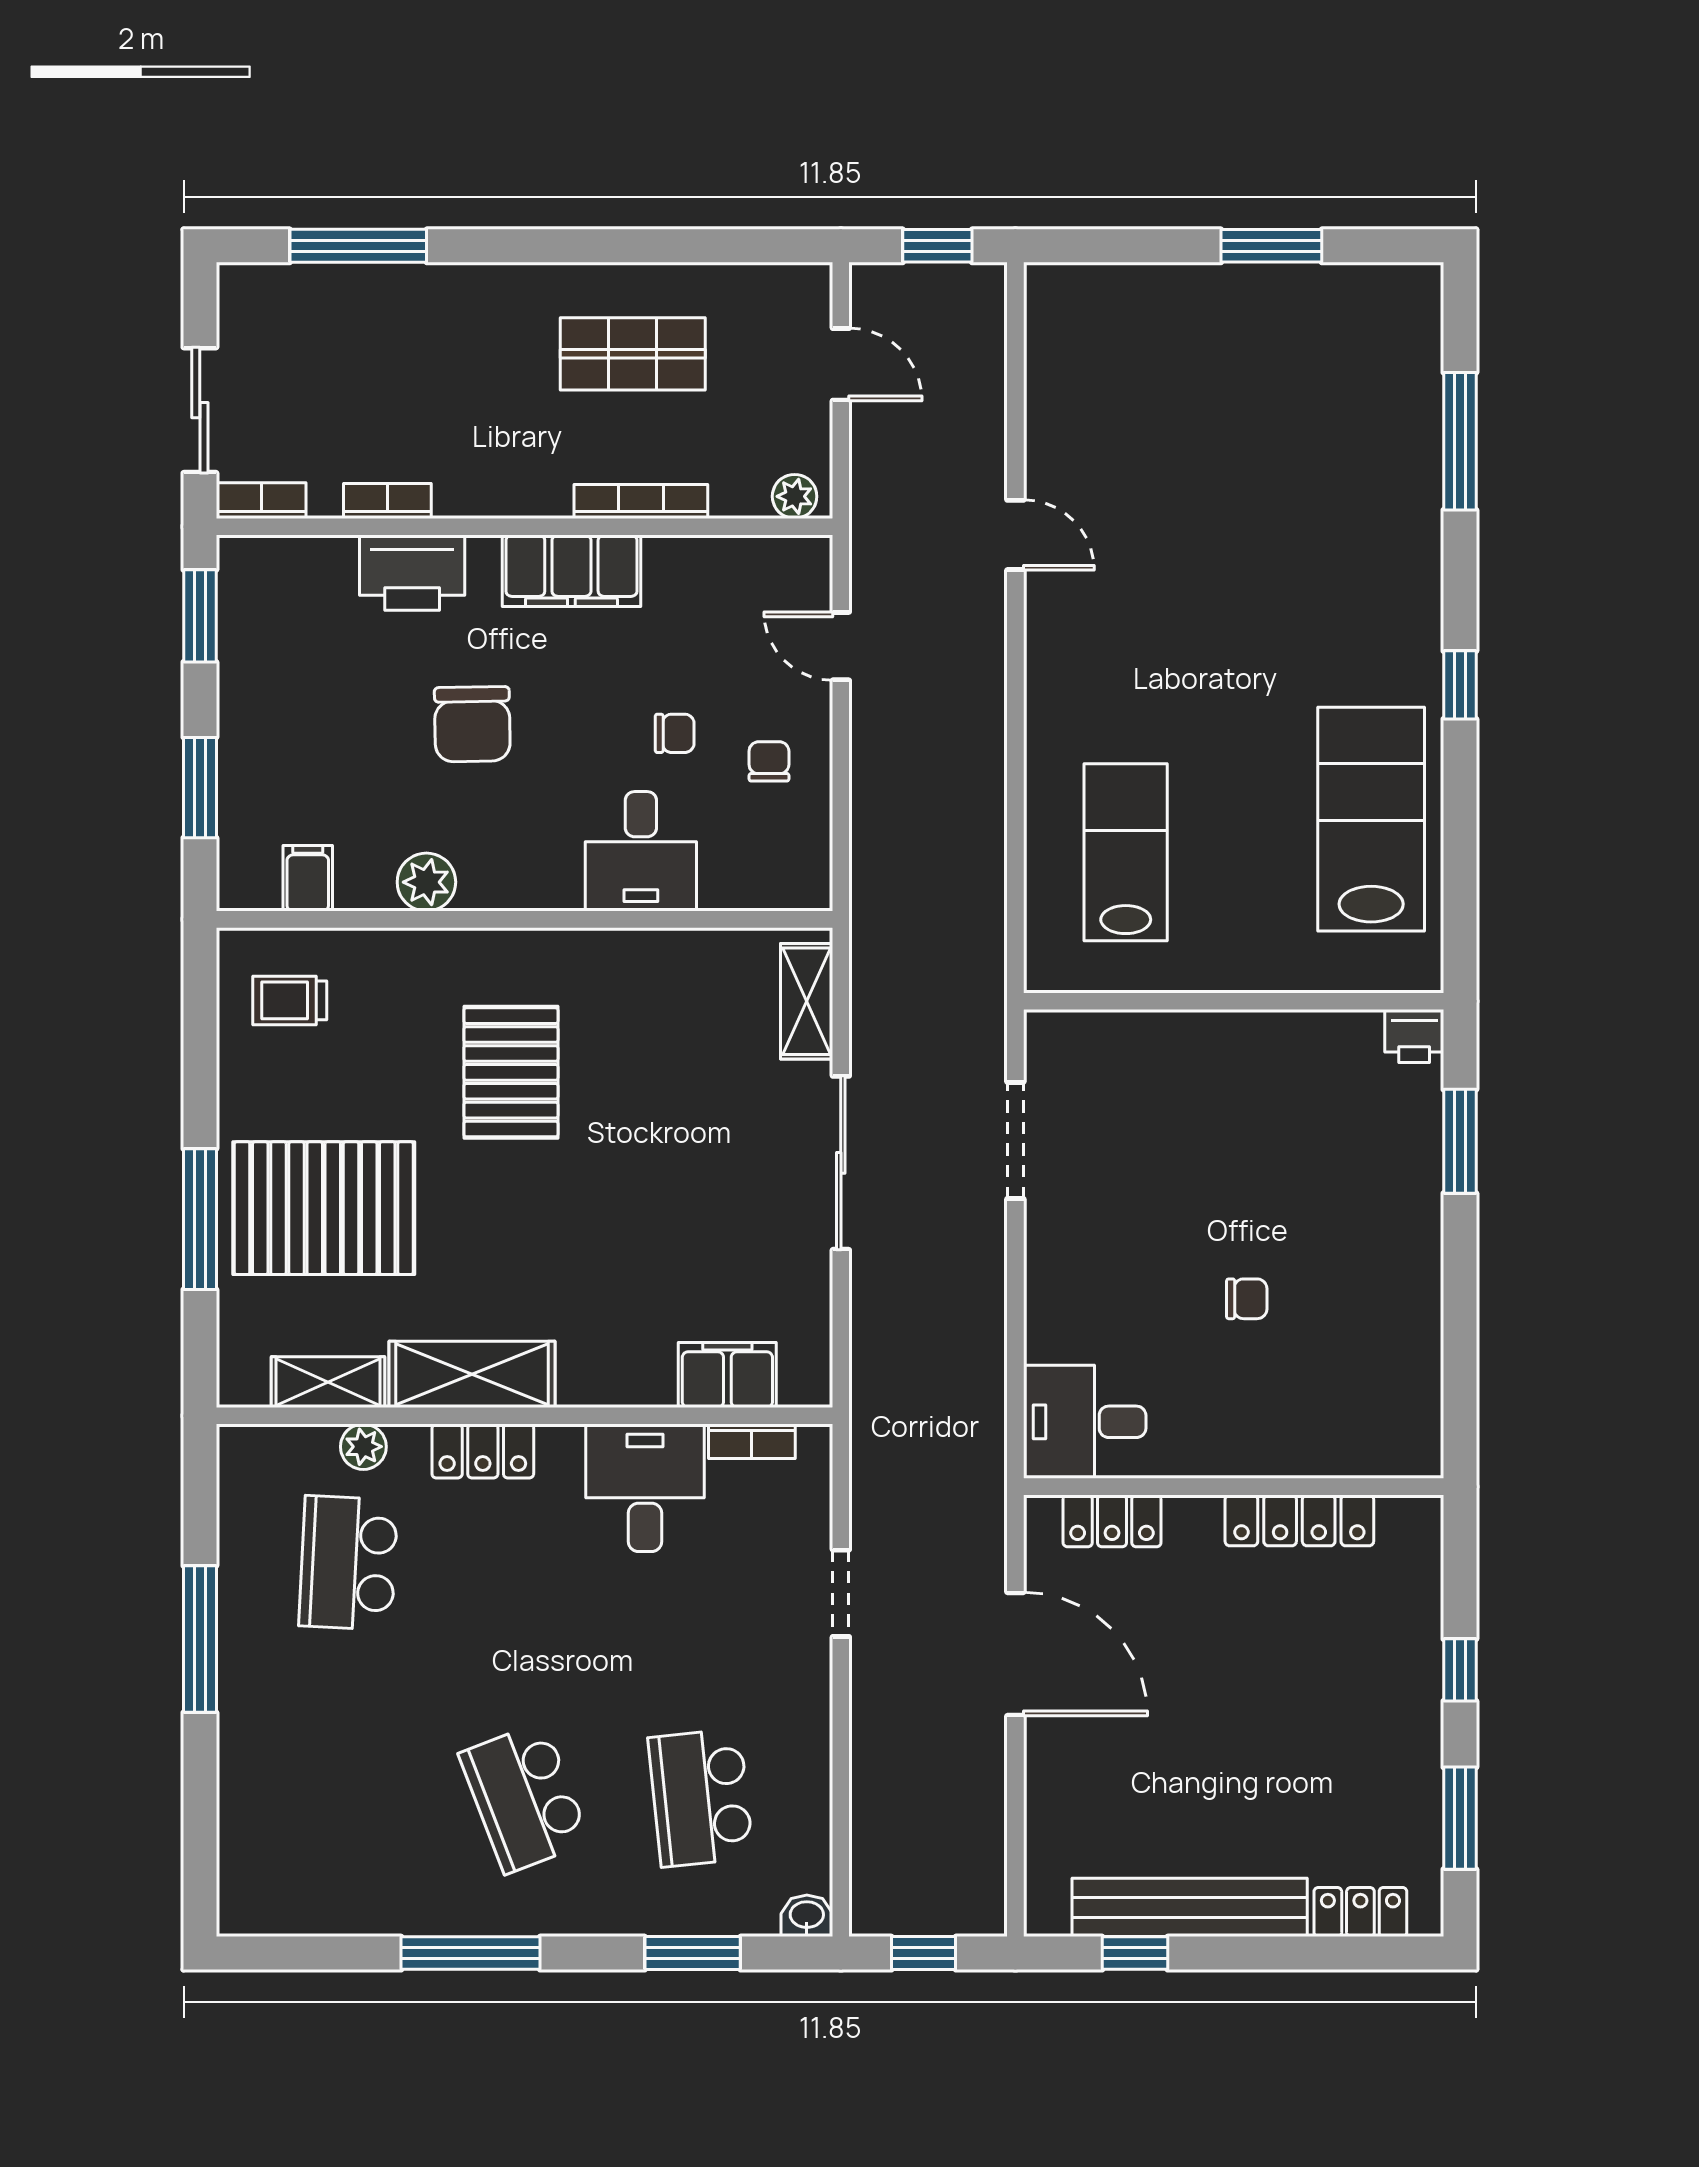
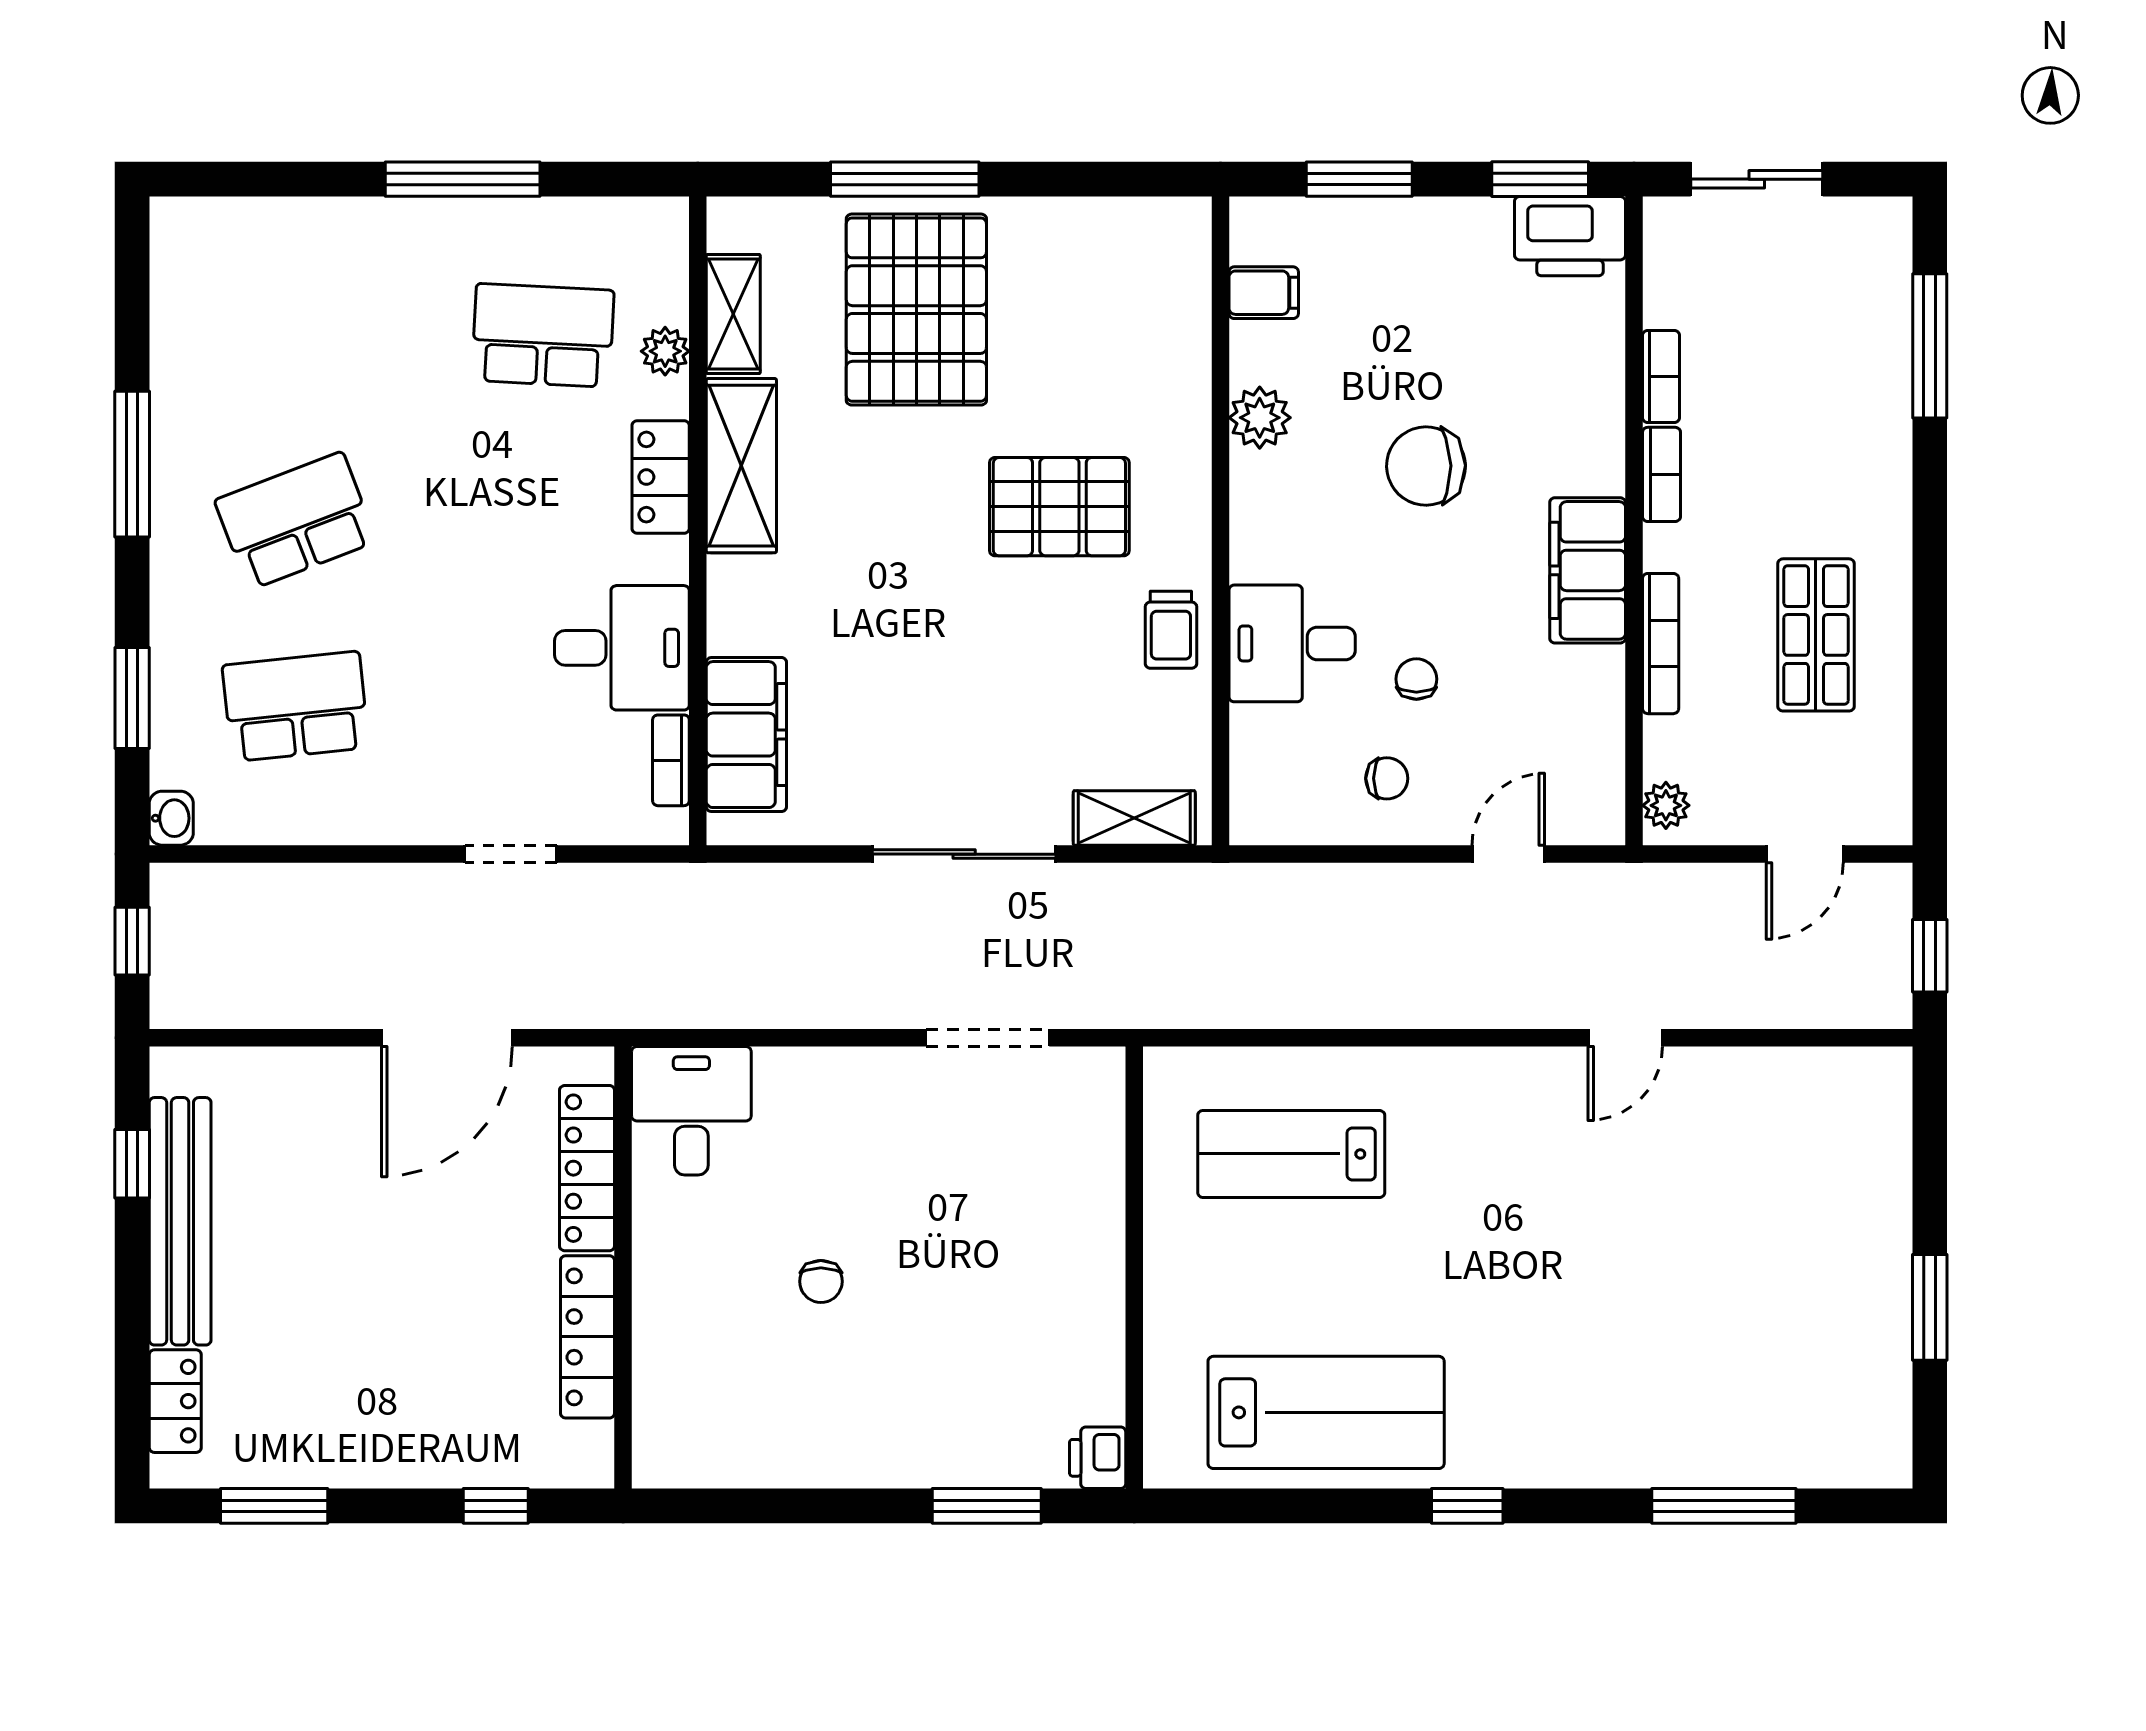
bookcase: (261, 501) -> (1661, 474), moved
printer: (412, 573) -> (1570, 236), moved, turned -90
chair: (675, 733) -> (1416, 679), turned 180
lab bench: (1126, 852) -> (1291, 1154), turned 180
trolley: (290, 1000) -> (1171, 630), moved, turned 180
filing cabinet: (727, 1375) -> (746, 735), width x1.50, depth x1.17
locker: (1112, 1521) -> (587, 1168), width x1.53
window: (1460, 1670) -> (496, 1506), moved

